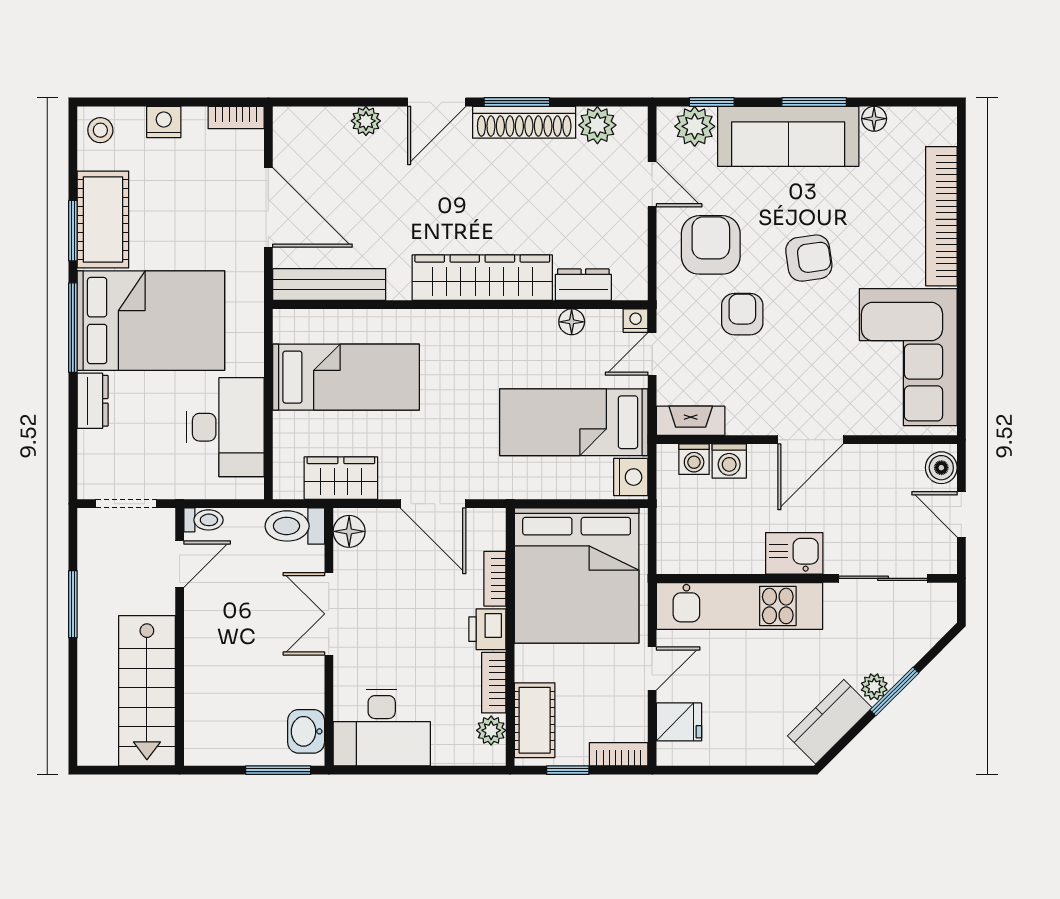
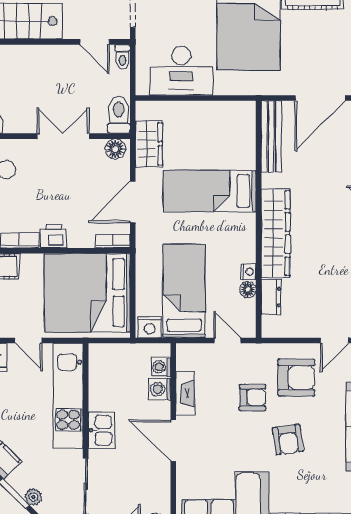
nightstand: (636, 321) -> (248, 272), moved
bed: (346, 377) -> (210, 191), moved, turned 90
fireplace: (691, 421) -> (185, 393), moved
bookcase: (495, 579) -> (113, 241), moved
plant: (874, 687) -> (33, 497), moved

